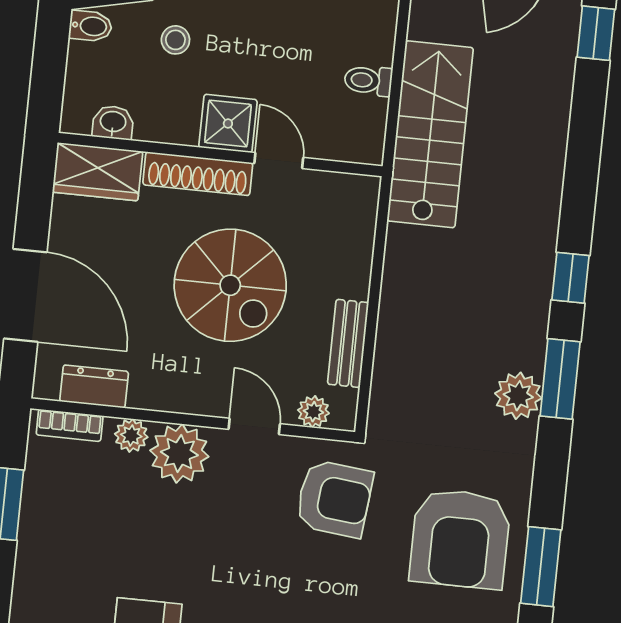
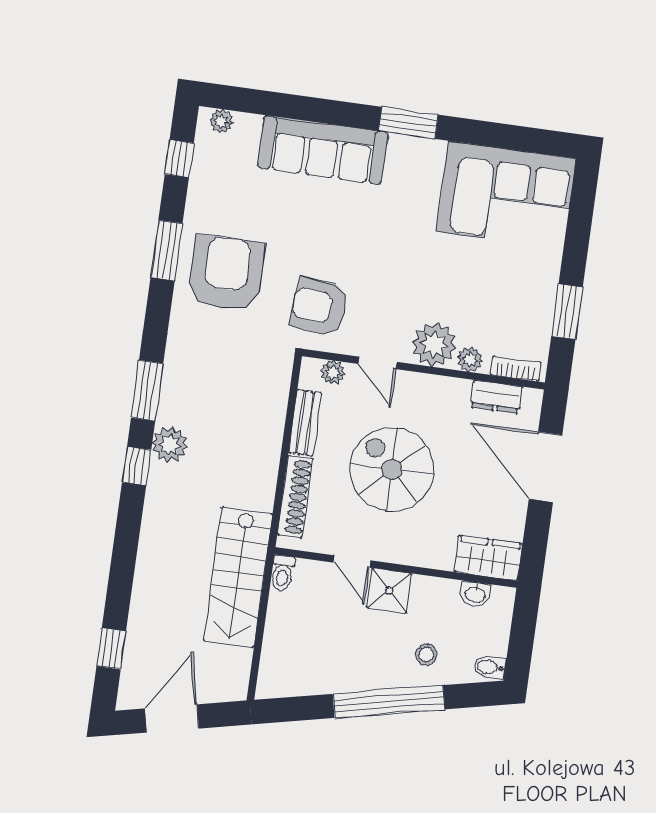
toilet: (368, 81) -> (283, 573), moved, turned 90
shoe rack: (198, 174) -> (295, 497), moved, turned 90
plant: (518, 396) -> (170, 445), moved

